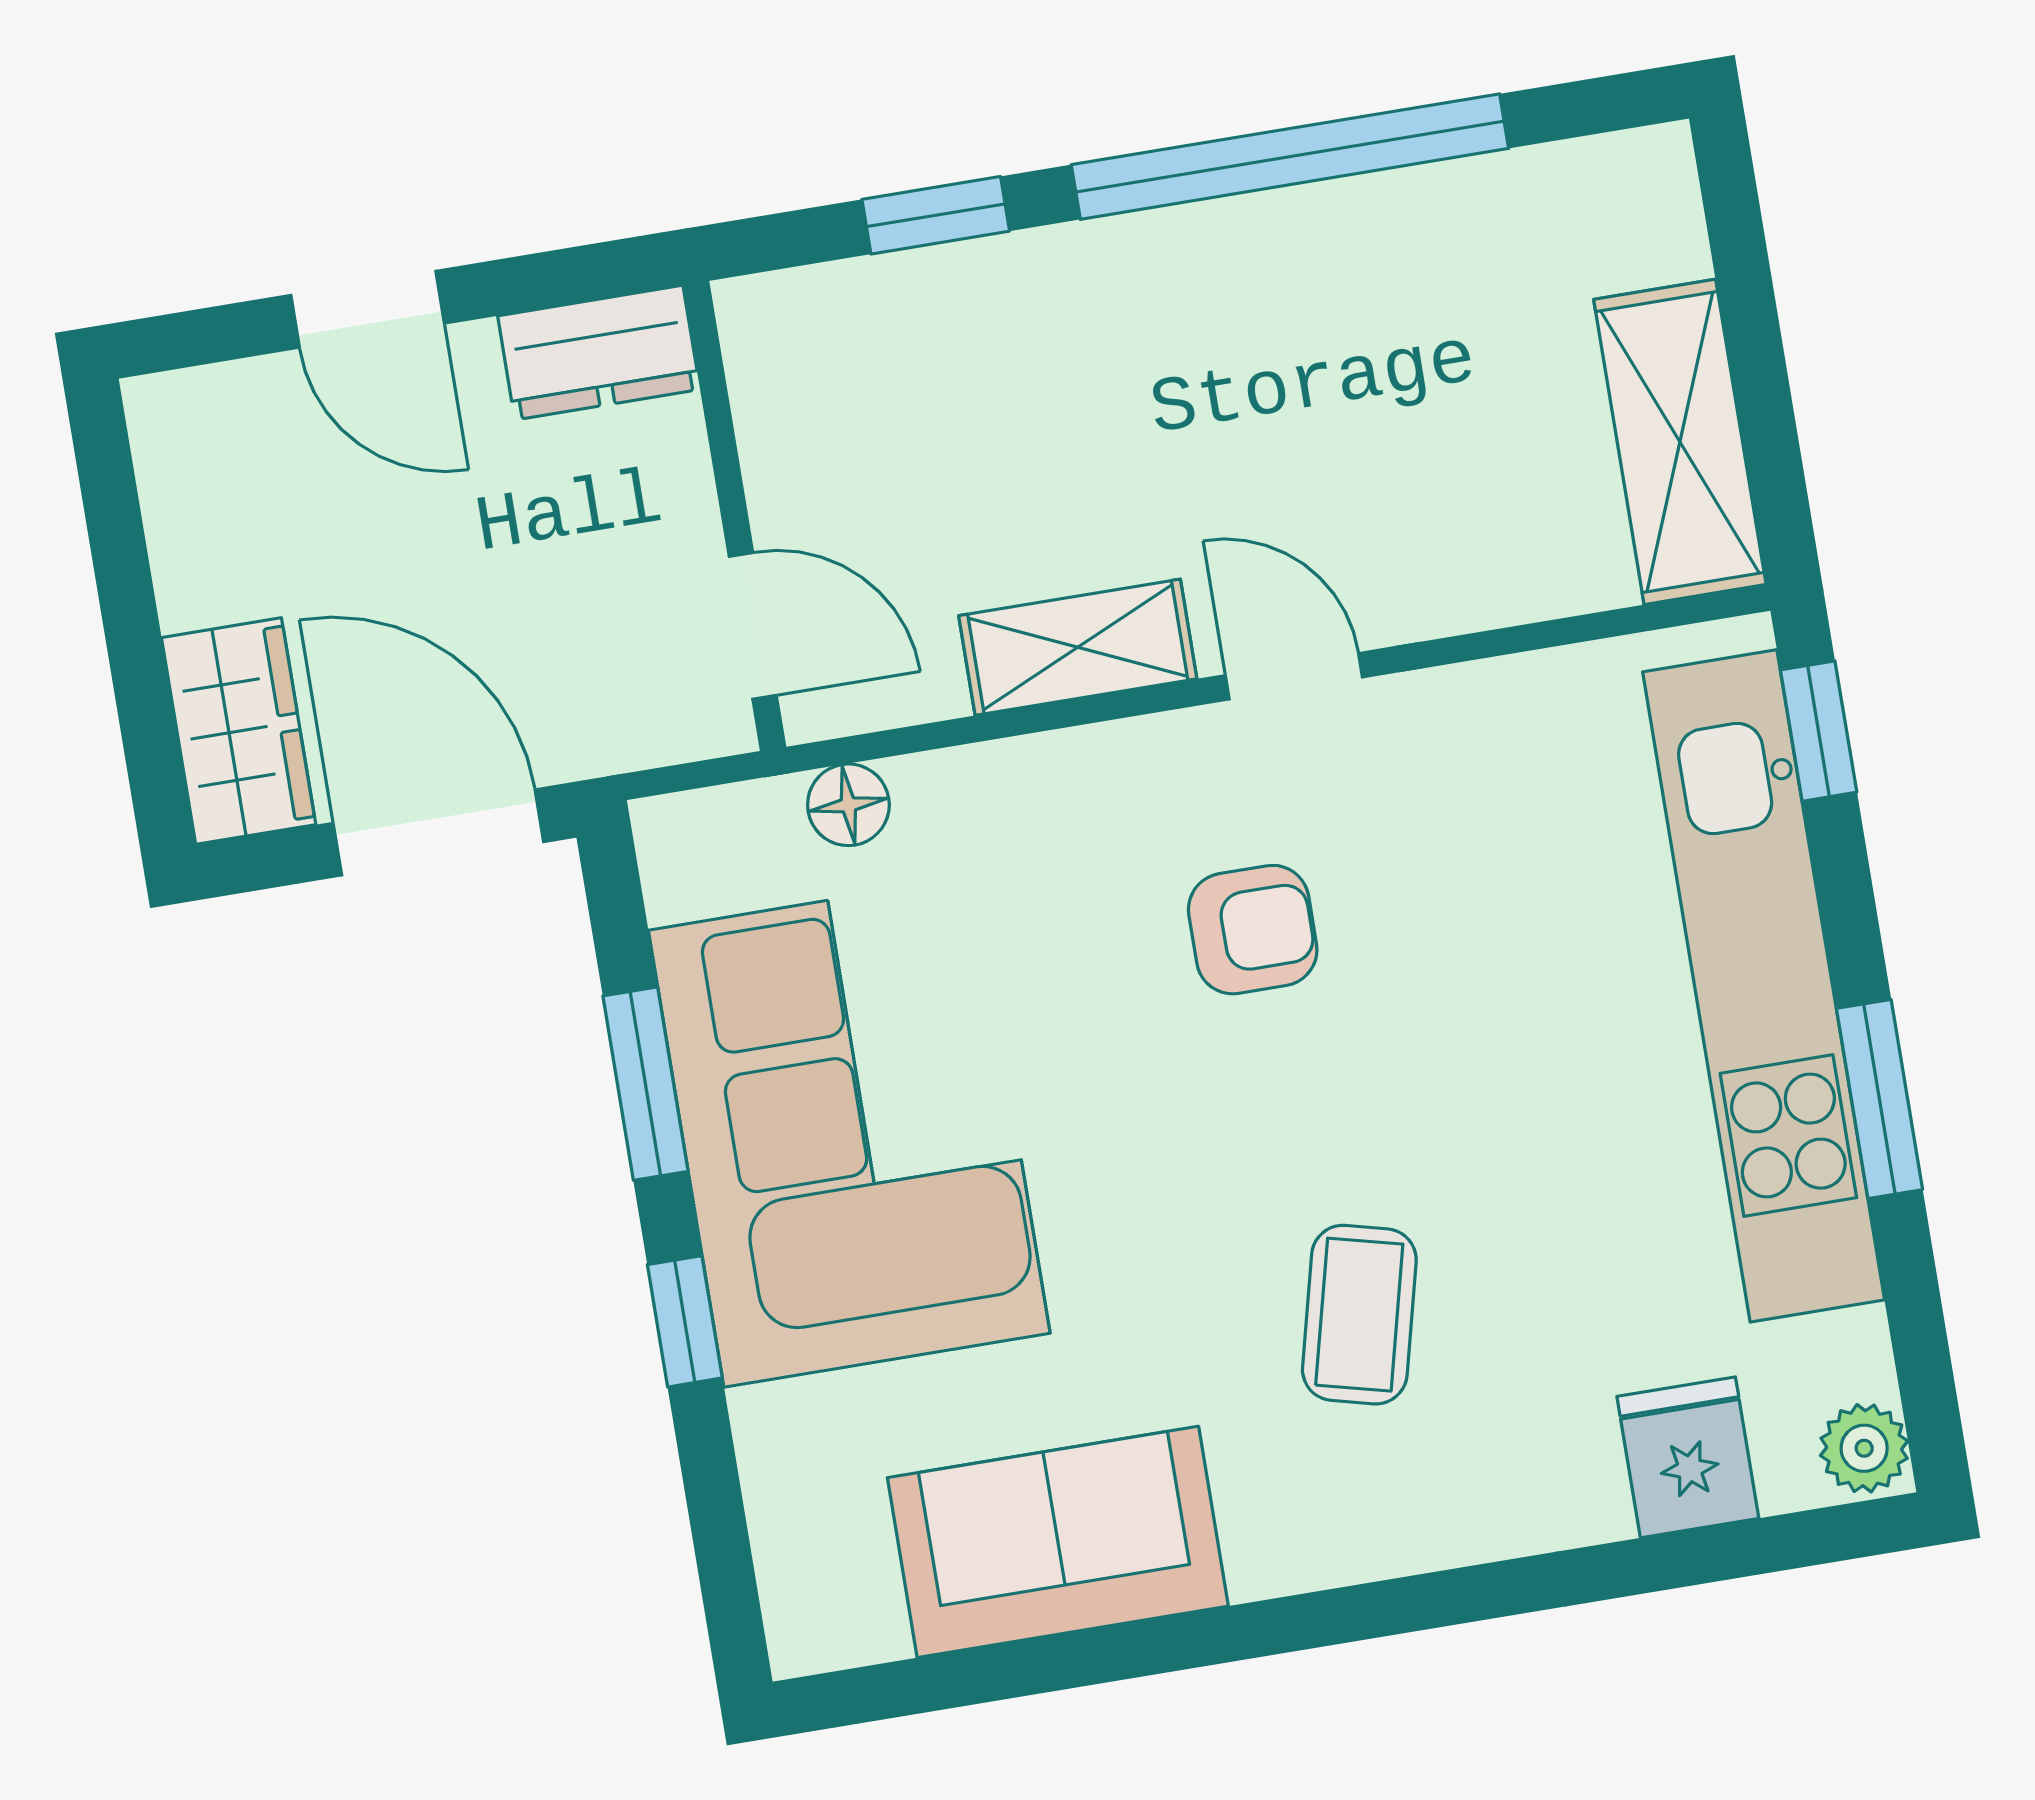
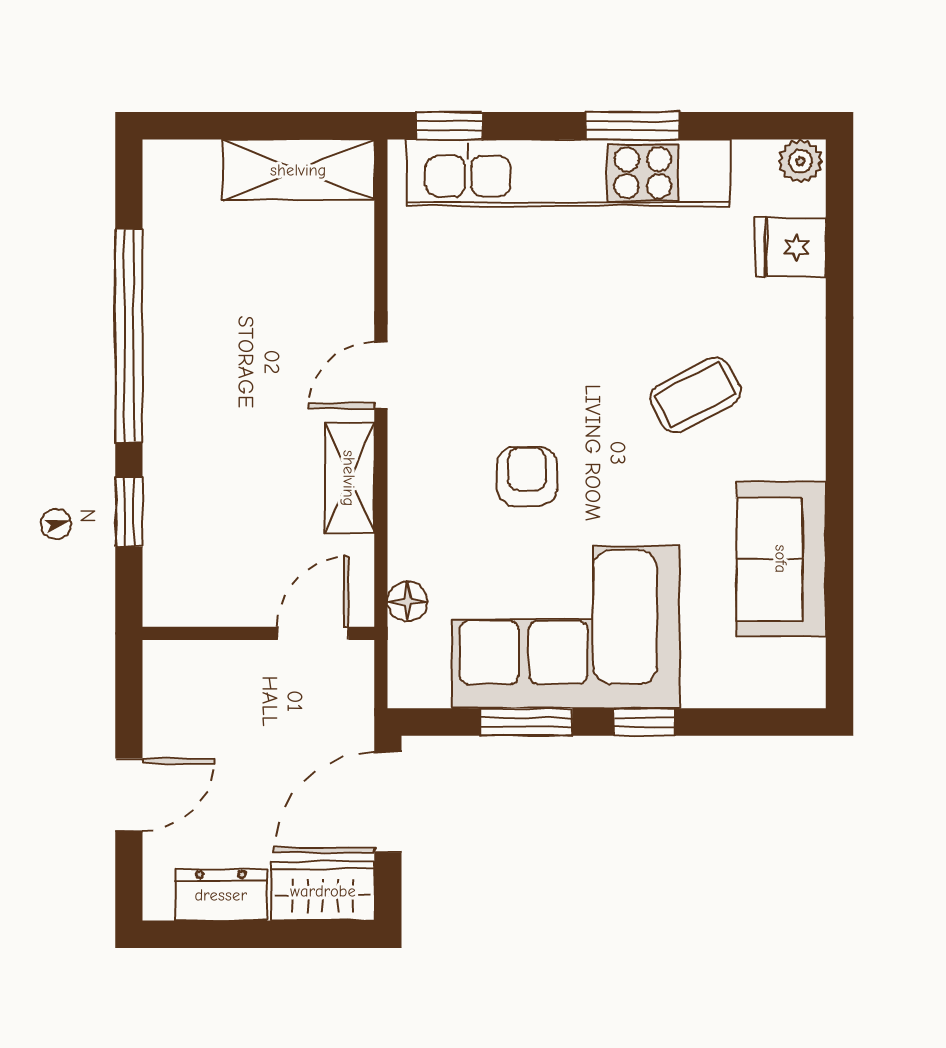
dresser: (599, 353) -> (221, 895), moved, turned -90
armchair: (1253, 930) -> (527, 476), moved
coffee table: (1359, 1315) -> (695, 395), turned -42

